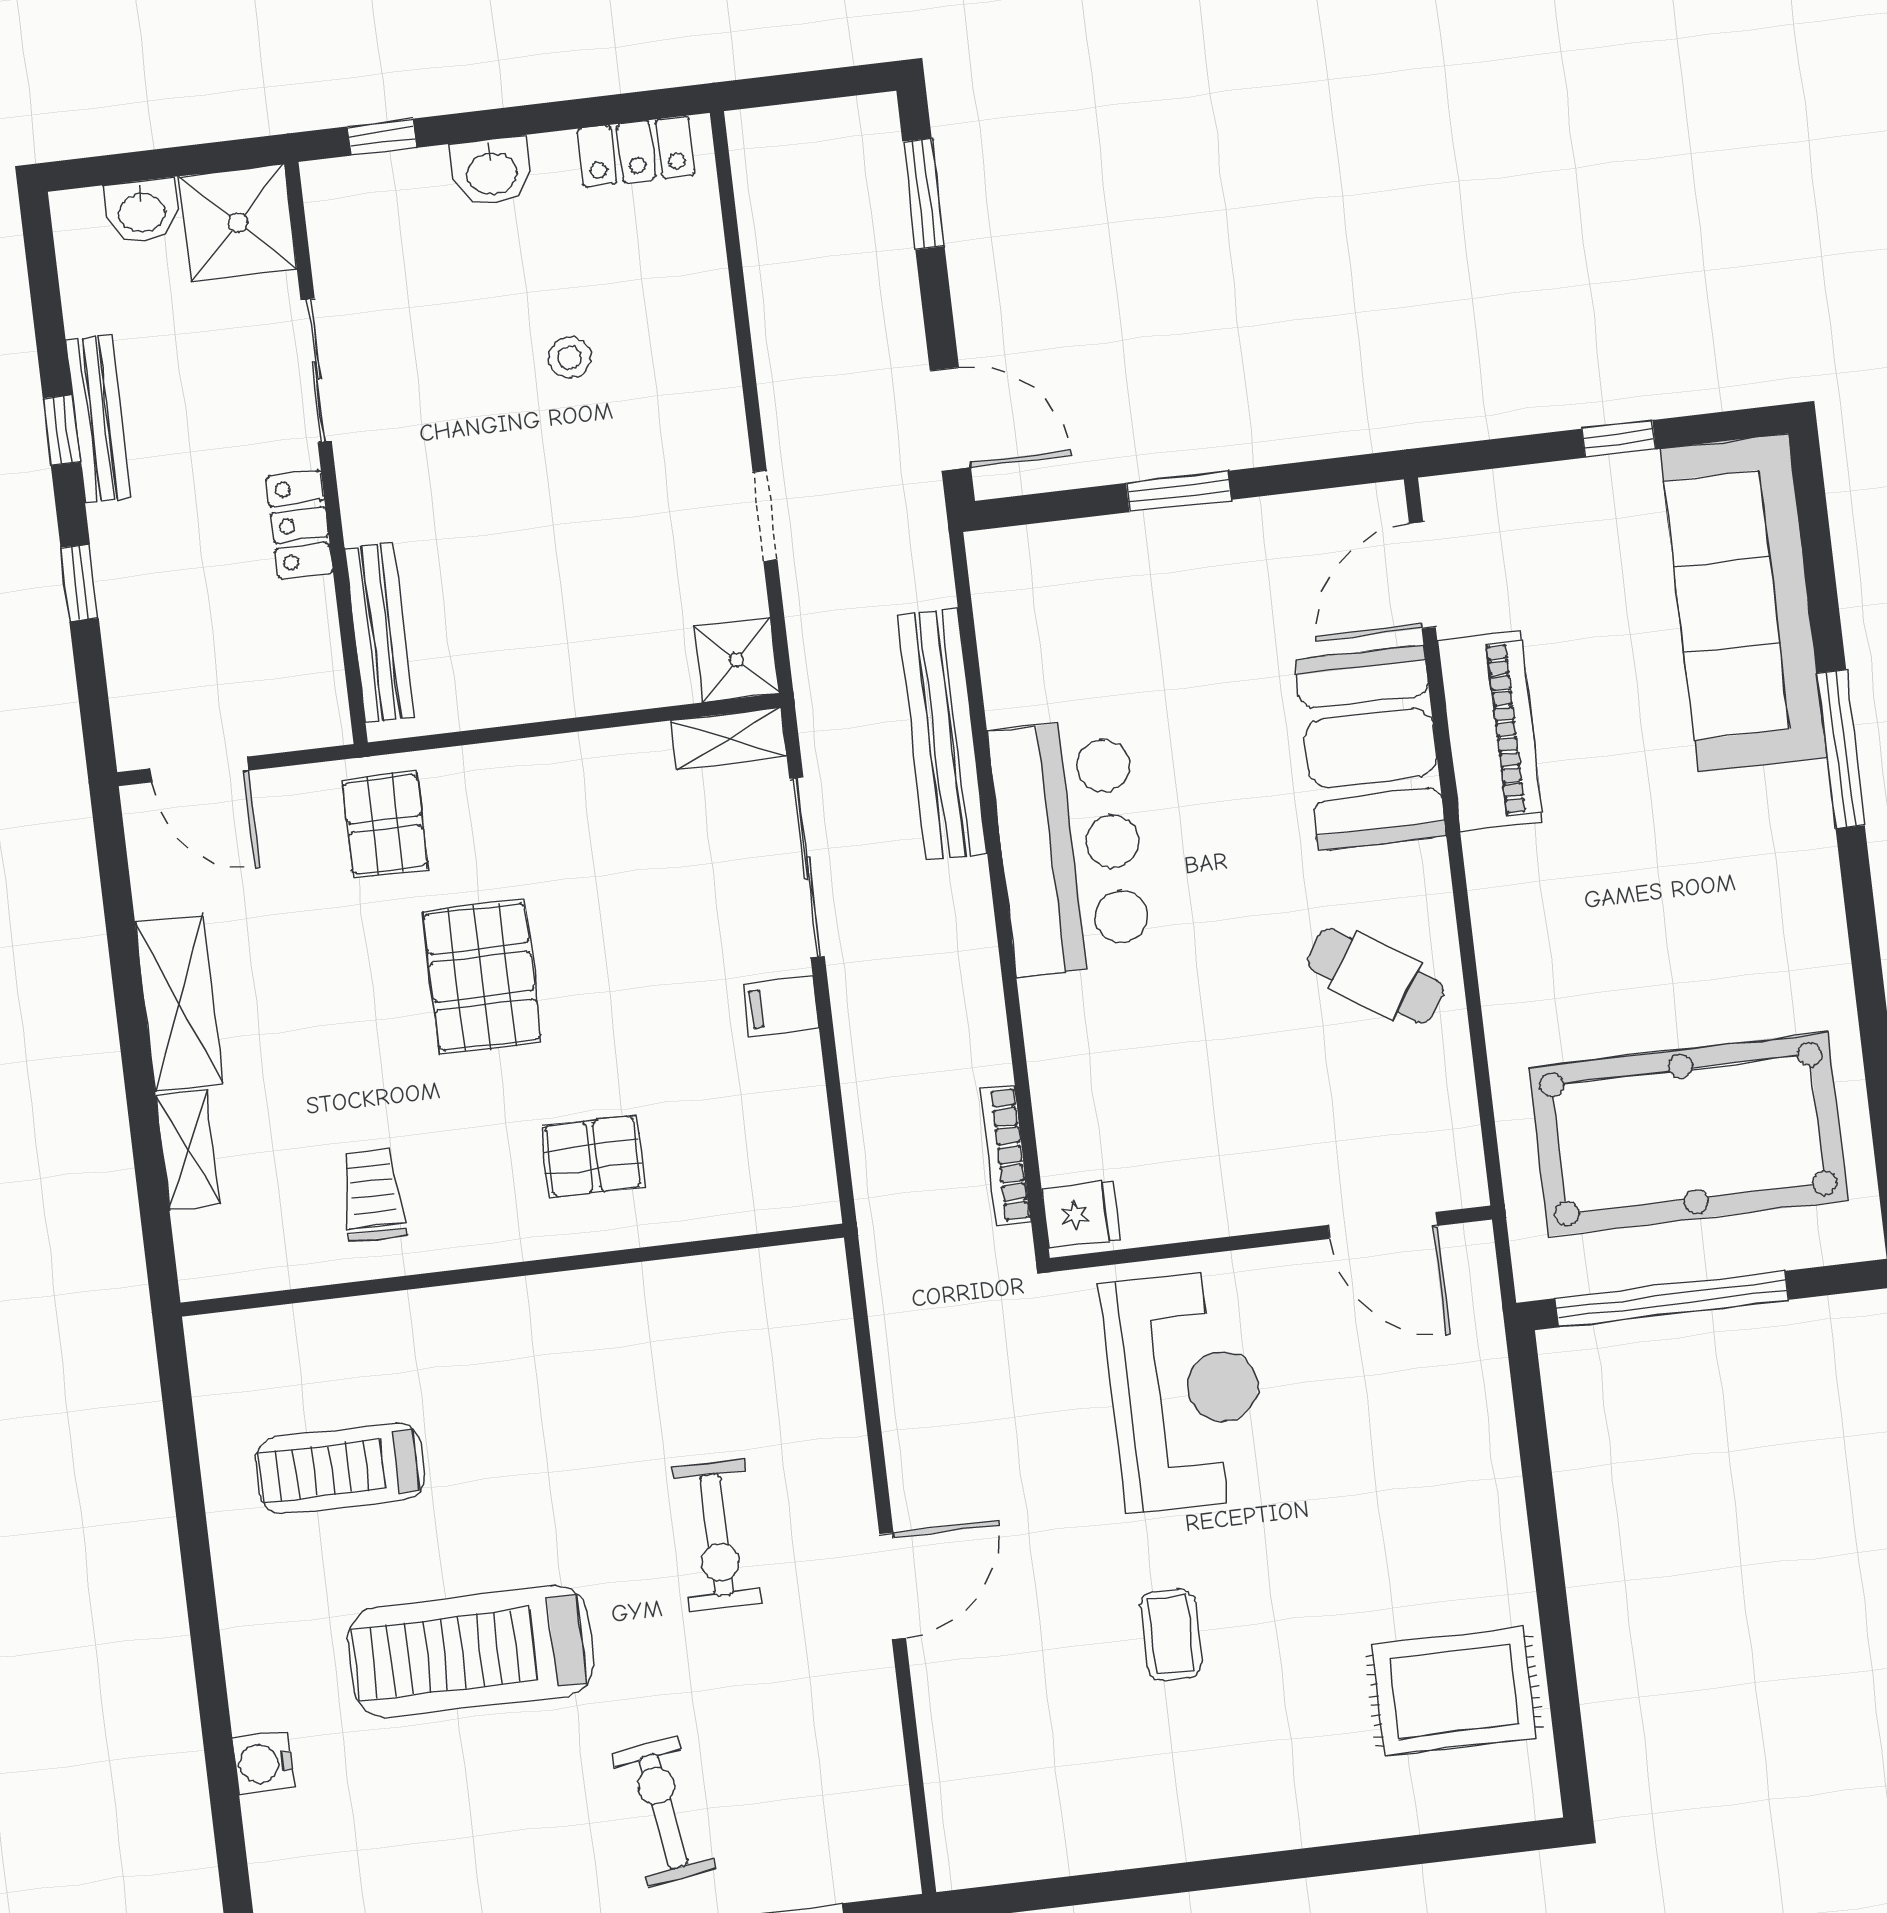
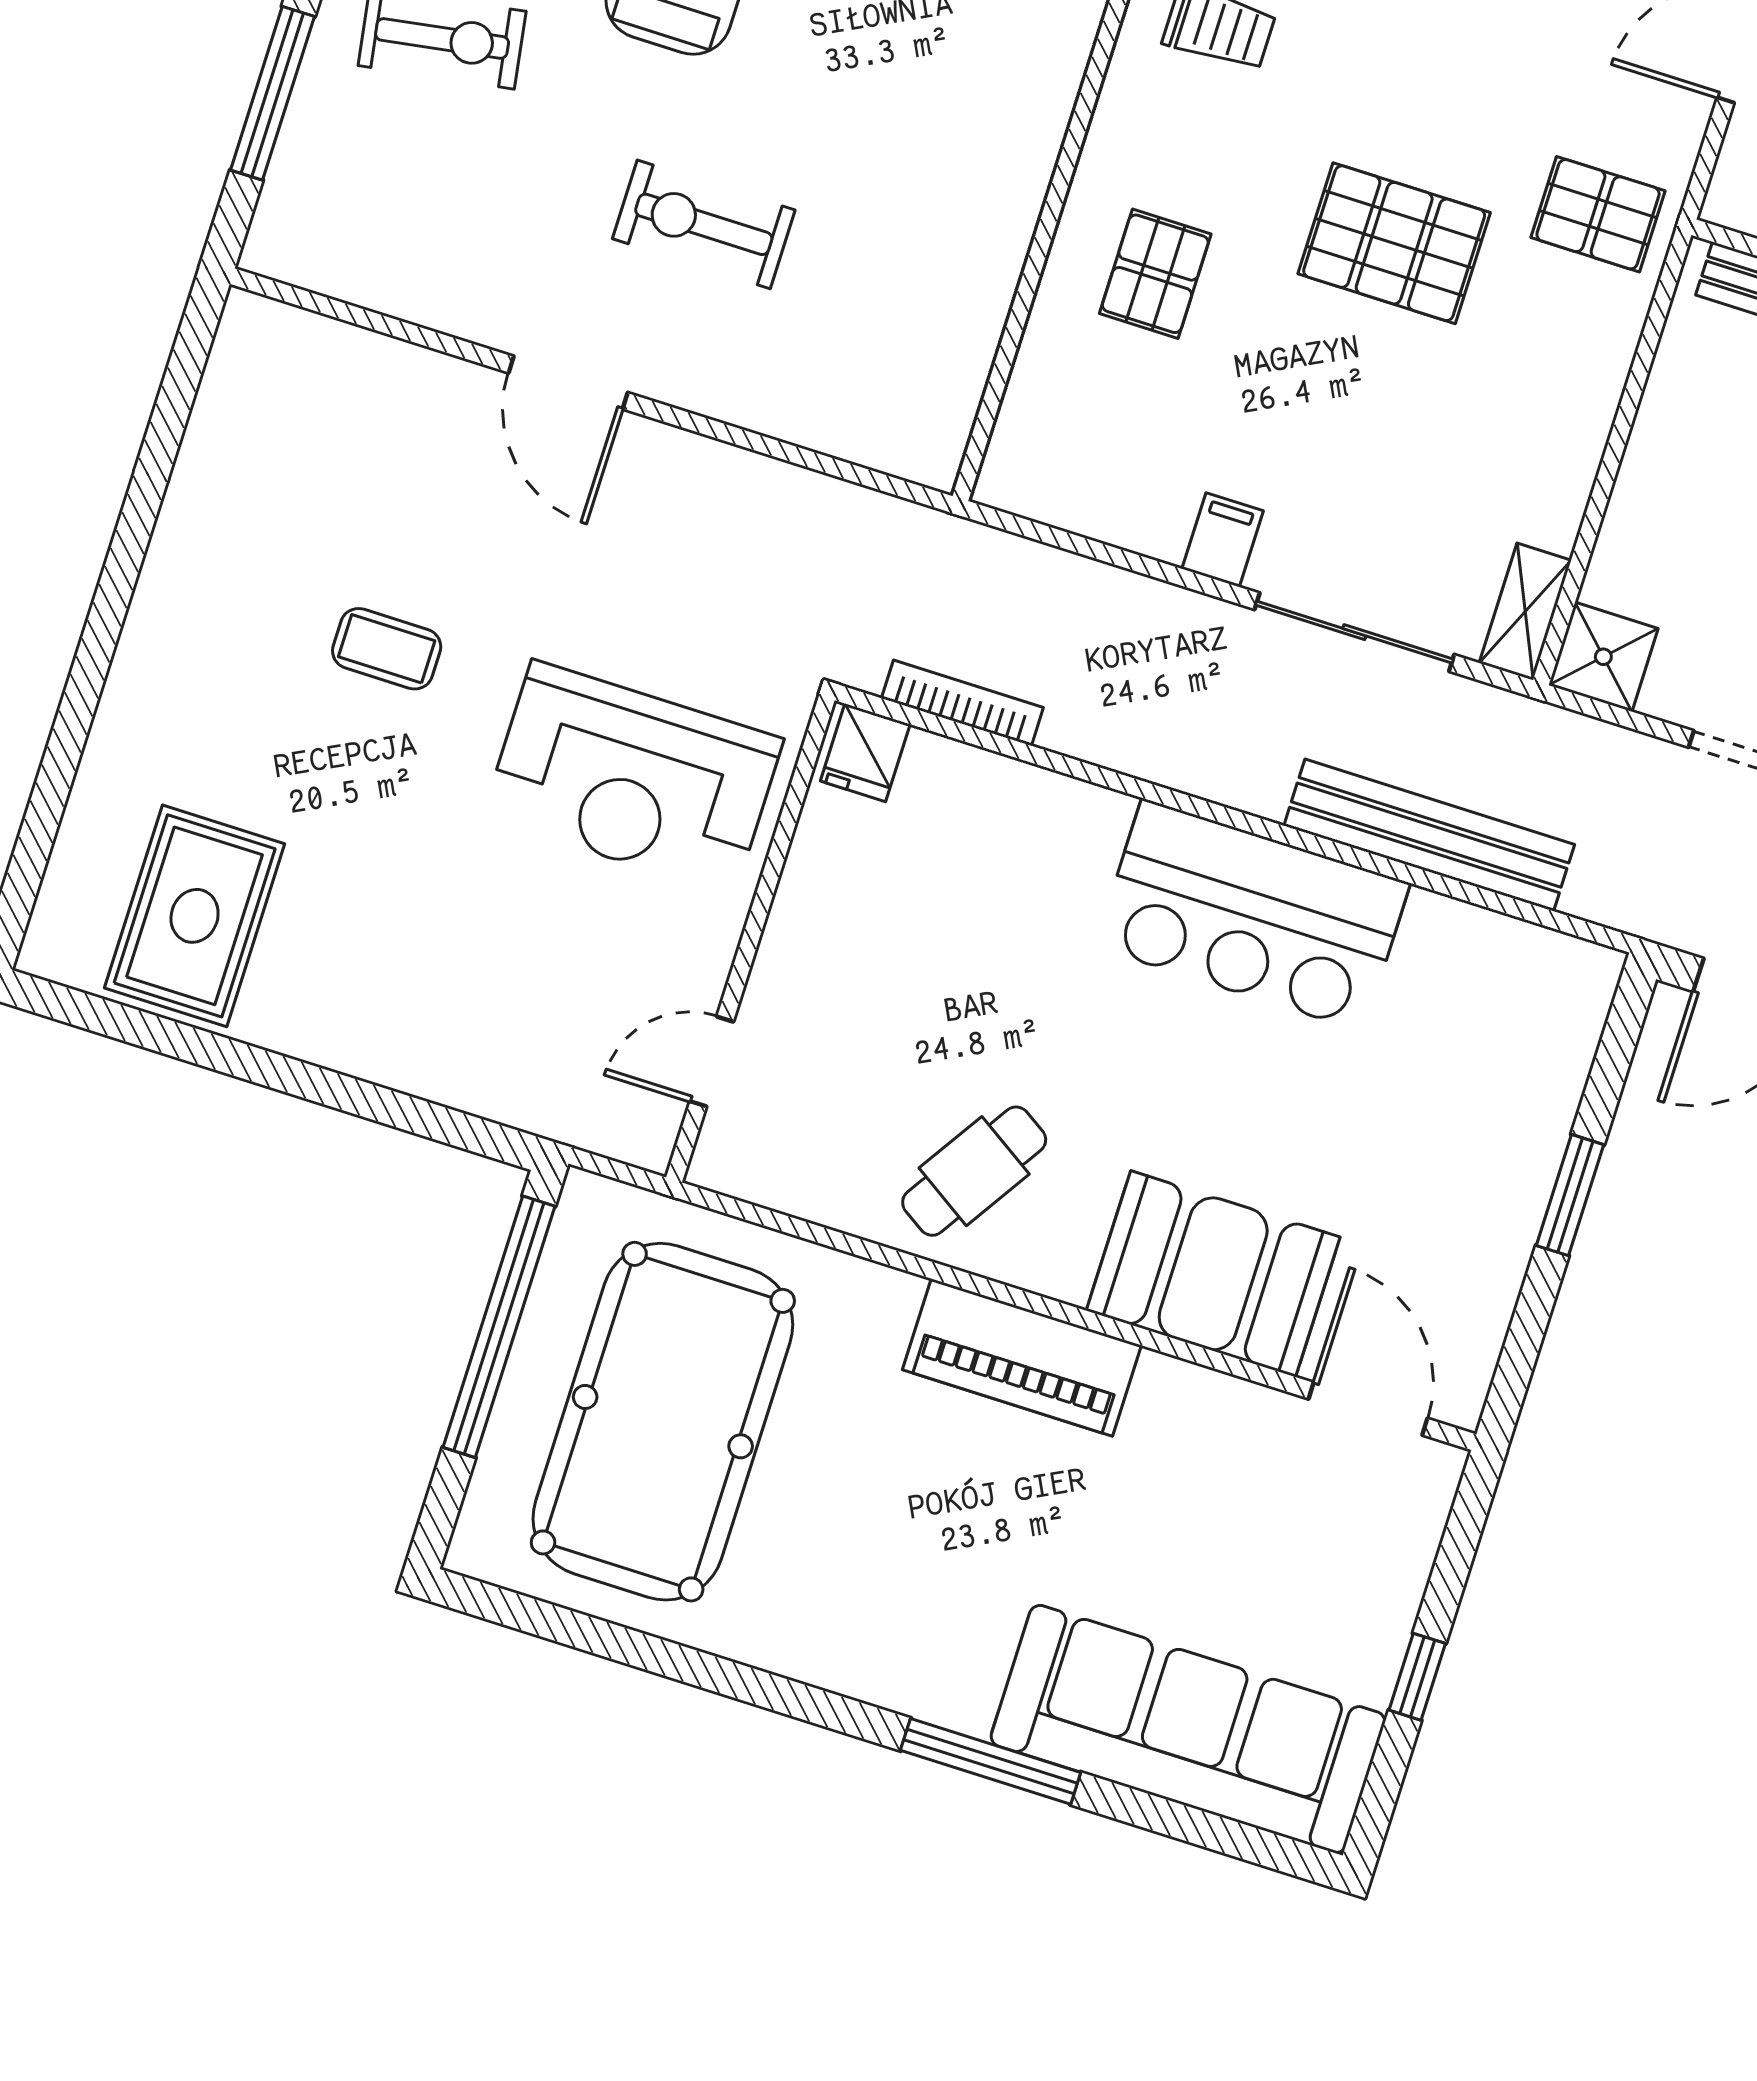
piano: (1490, 731) -> (1022, 1357), moved
door: (1383, 1225) -> (712, 1061), width x0.73

